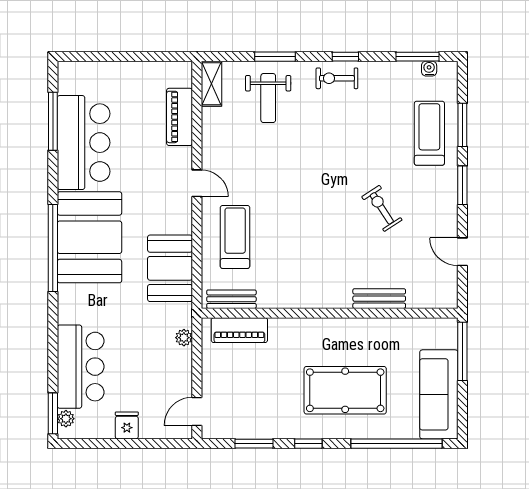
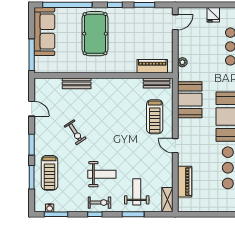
weight bench: (333, 131) -> (102, 174), added
pool table: (345, 390) -> (95, 34), turned 90

